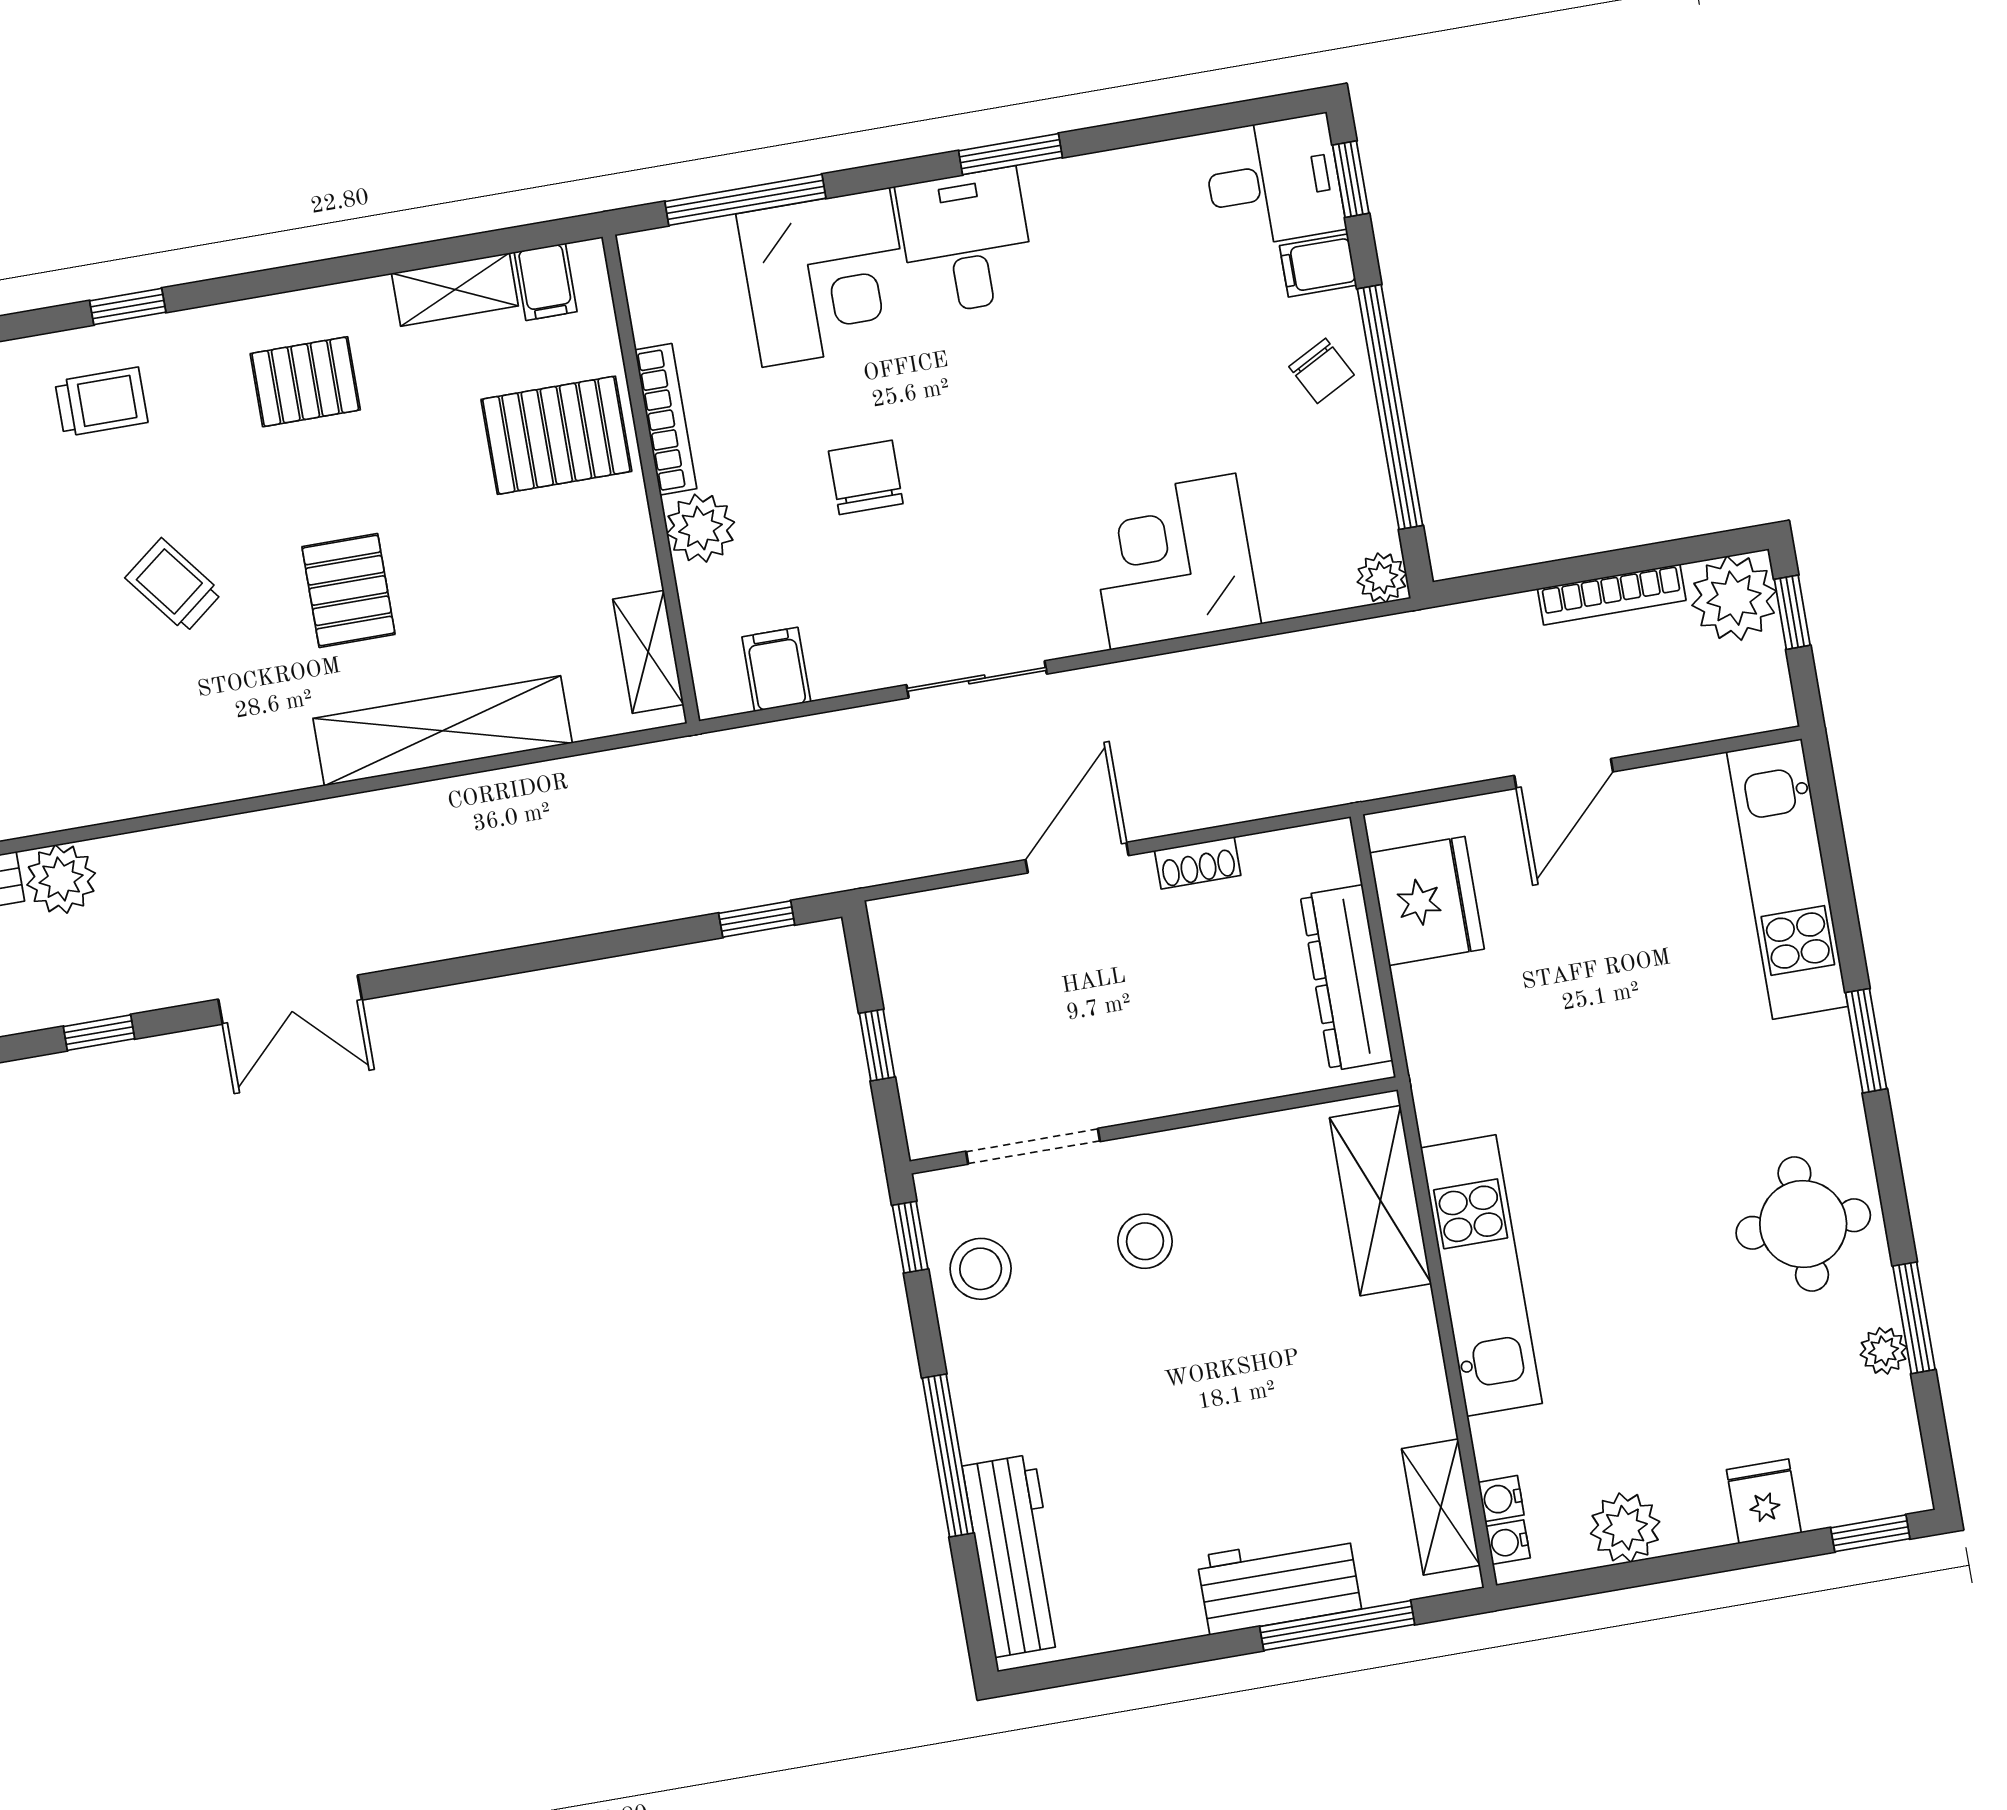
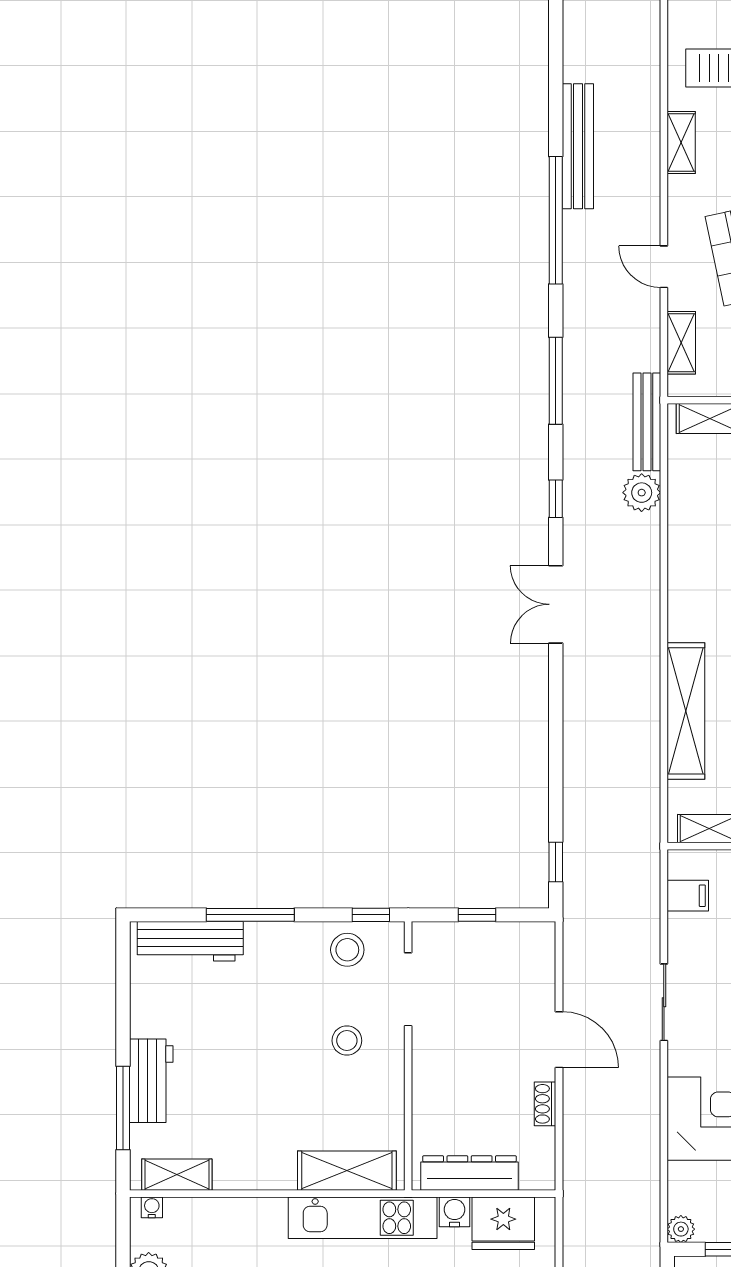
kitchen unit: (1481, 1276) -> (363, 1218), moved
water cooler: (1501, 1499) -> (455, 1212), moved, width x1.38, depth x1.38

